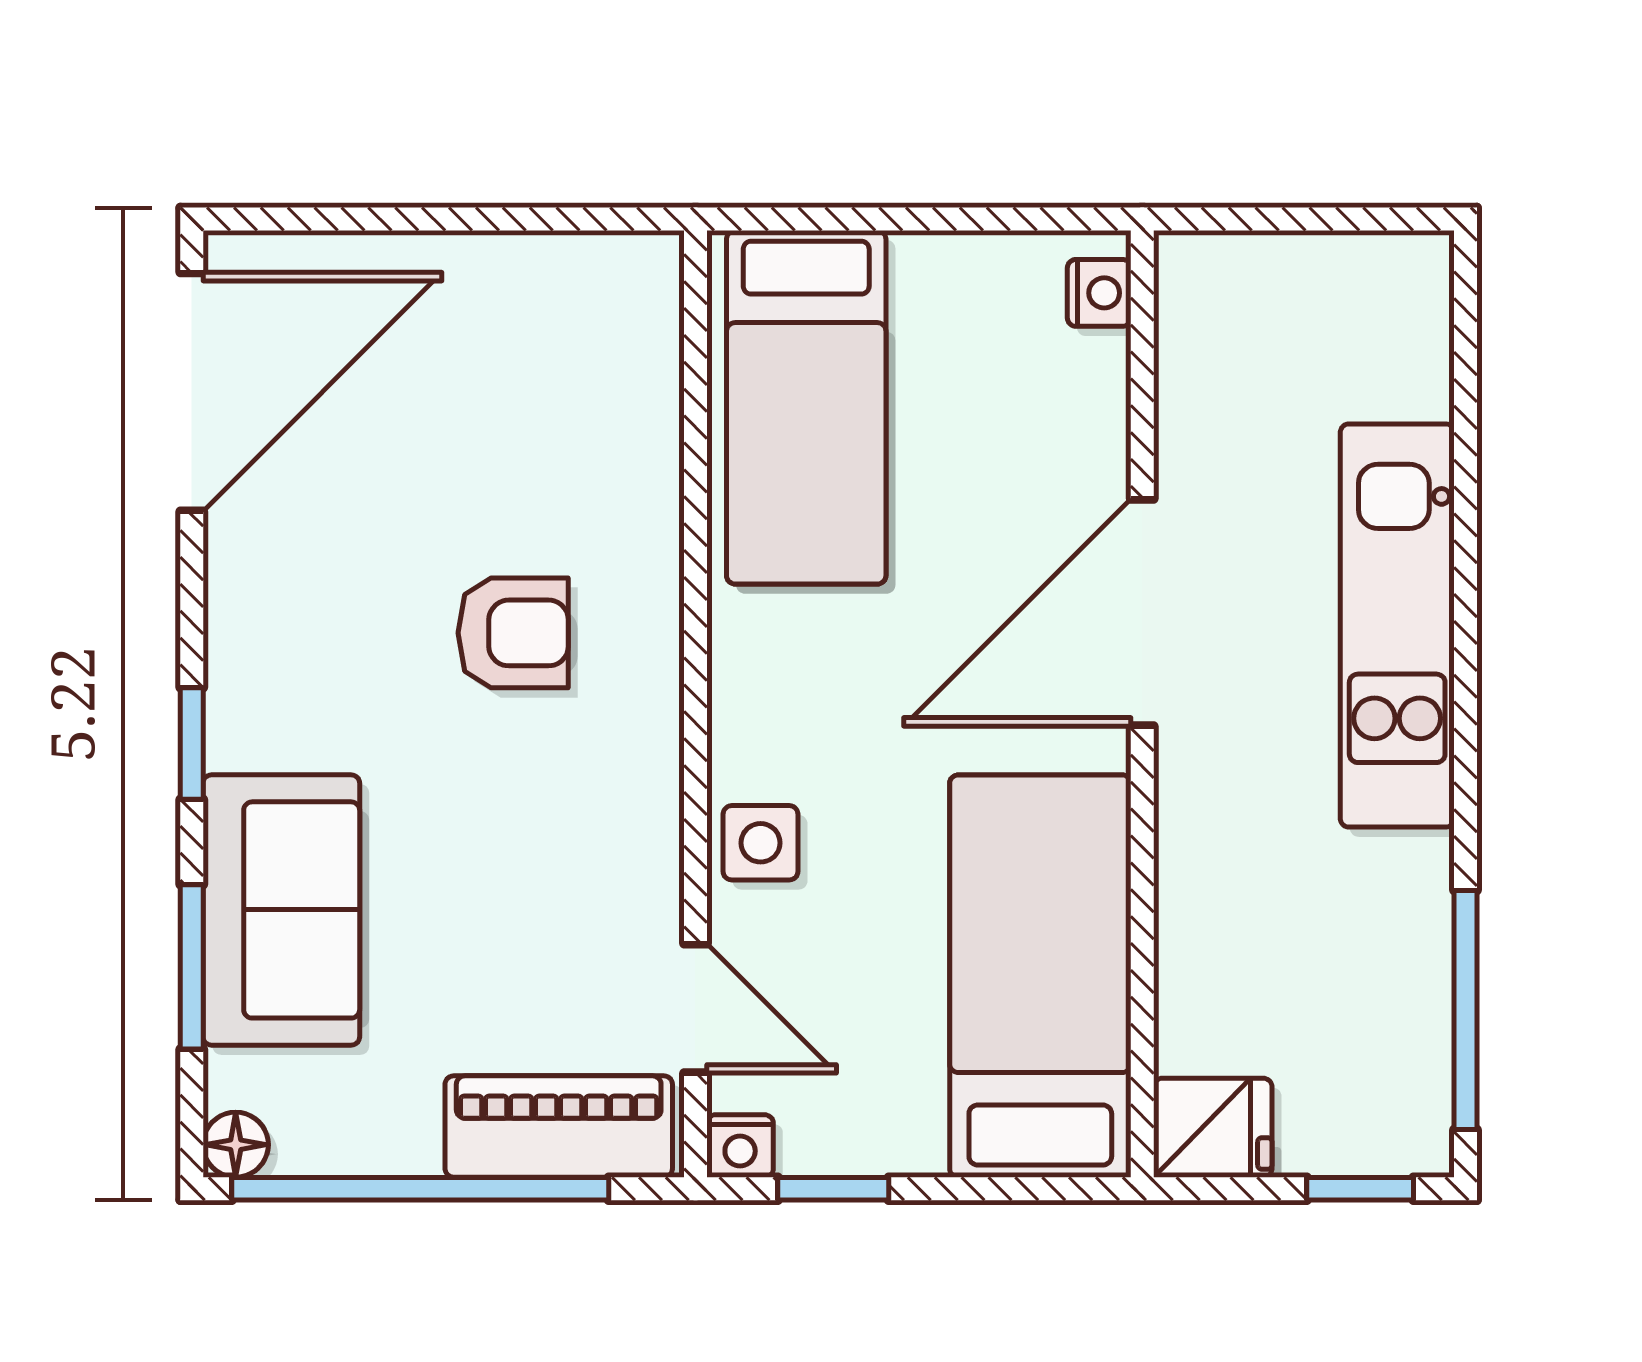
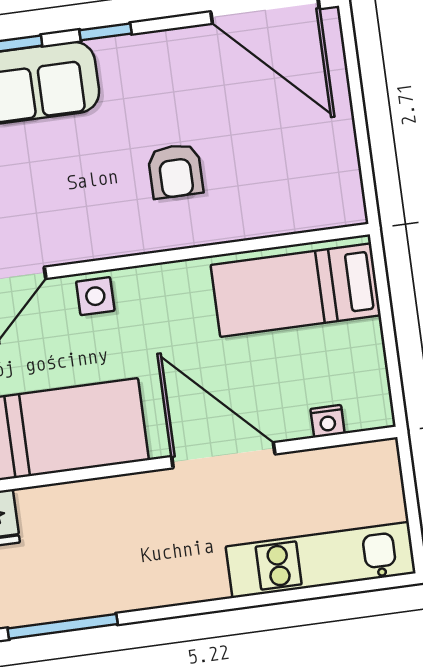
nightstand: (1099, 293) -> (328, 421), moved
kitchen unit: (1397, 626) -> (321, 560), moved

